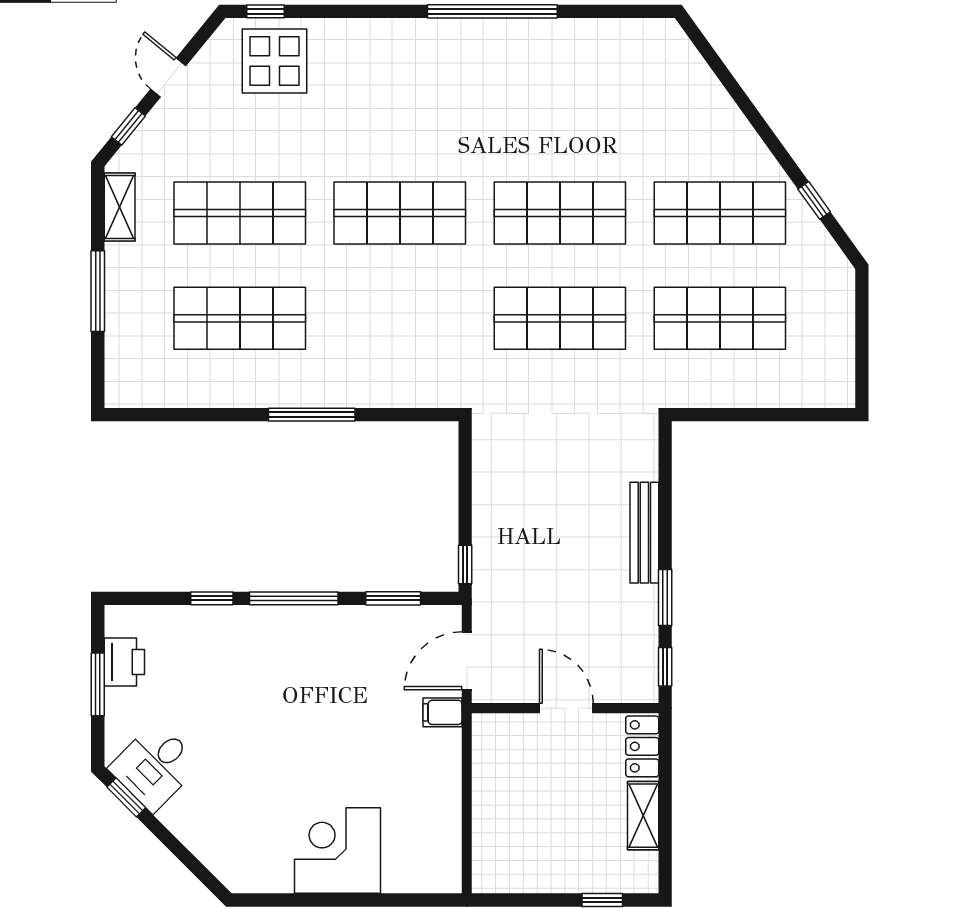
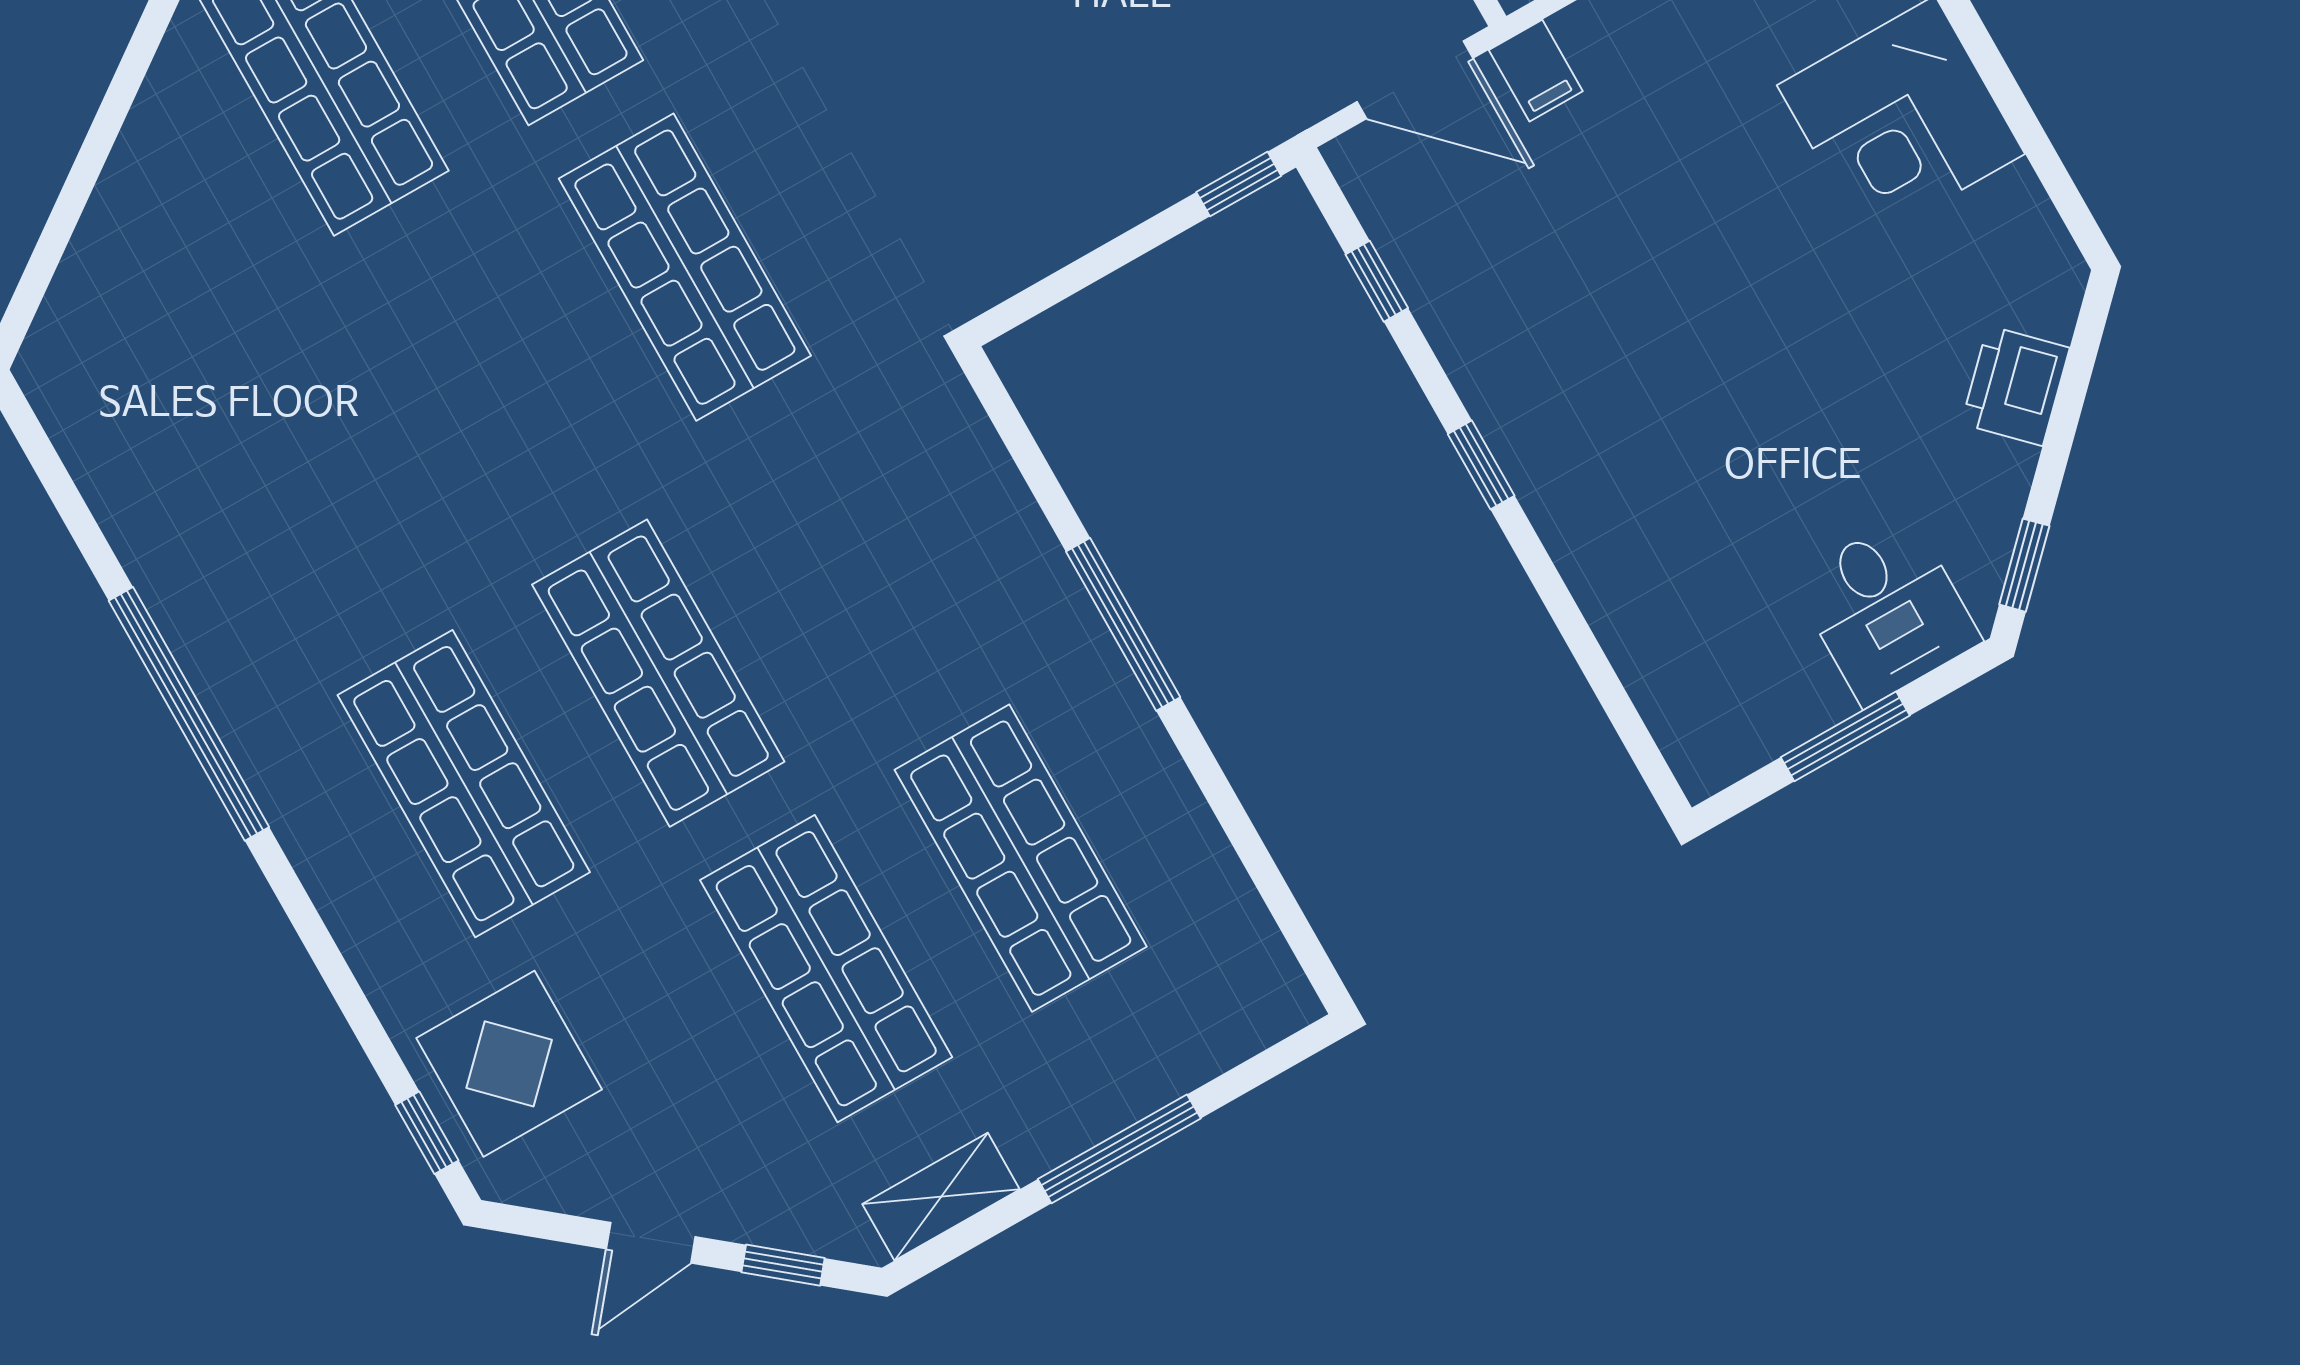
shop shelf: (560, 213) -> (464, 784), moved
window: (212, 598) -> (1567, 616), removed
window: (294, 598) -> (1481, 465), width x0.46
window: (393, 598) -> (1377, 281), width x0.67
printer: (124, 662) -> (2015, 386), moved, turned -45
desk: (155, 766) -> (1887, 610), moved, turned 45

